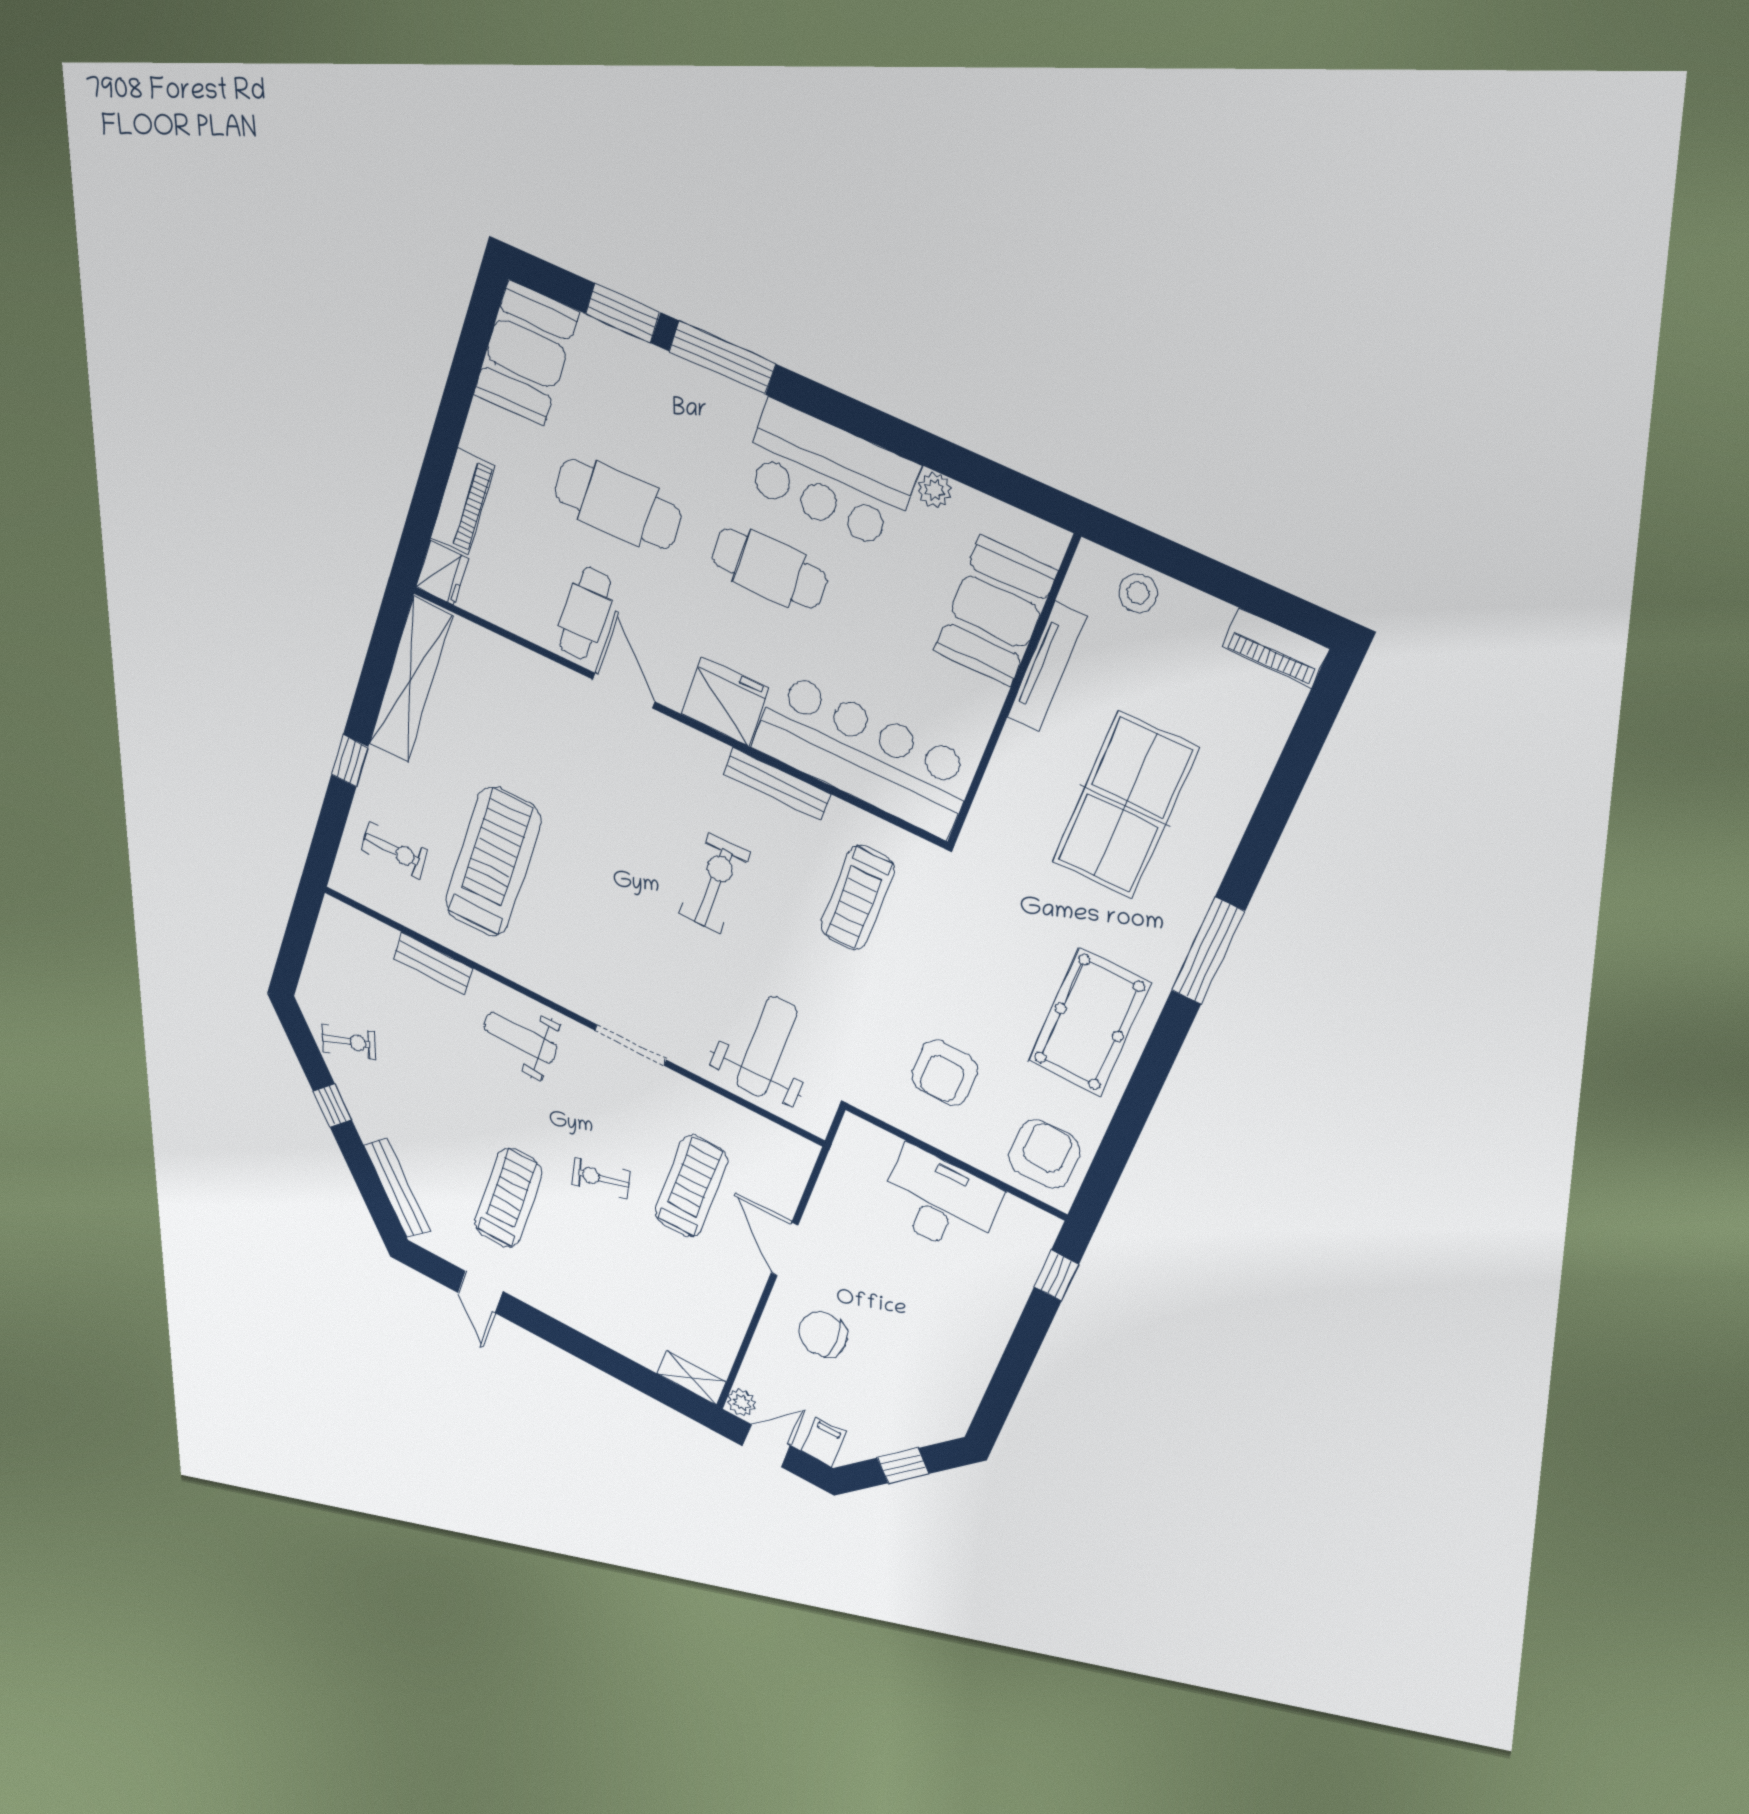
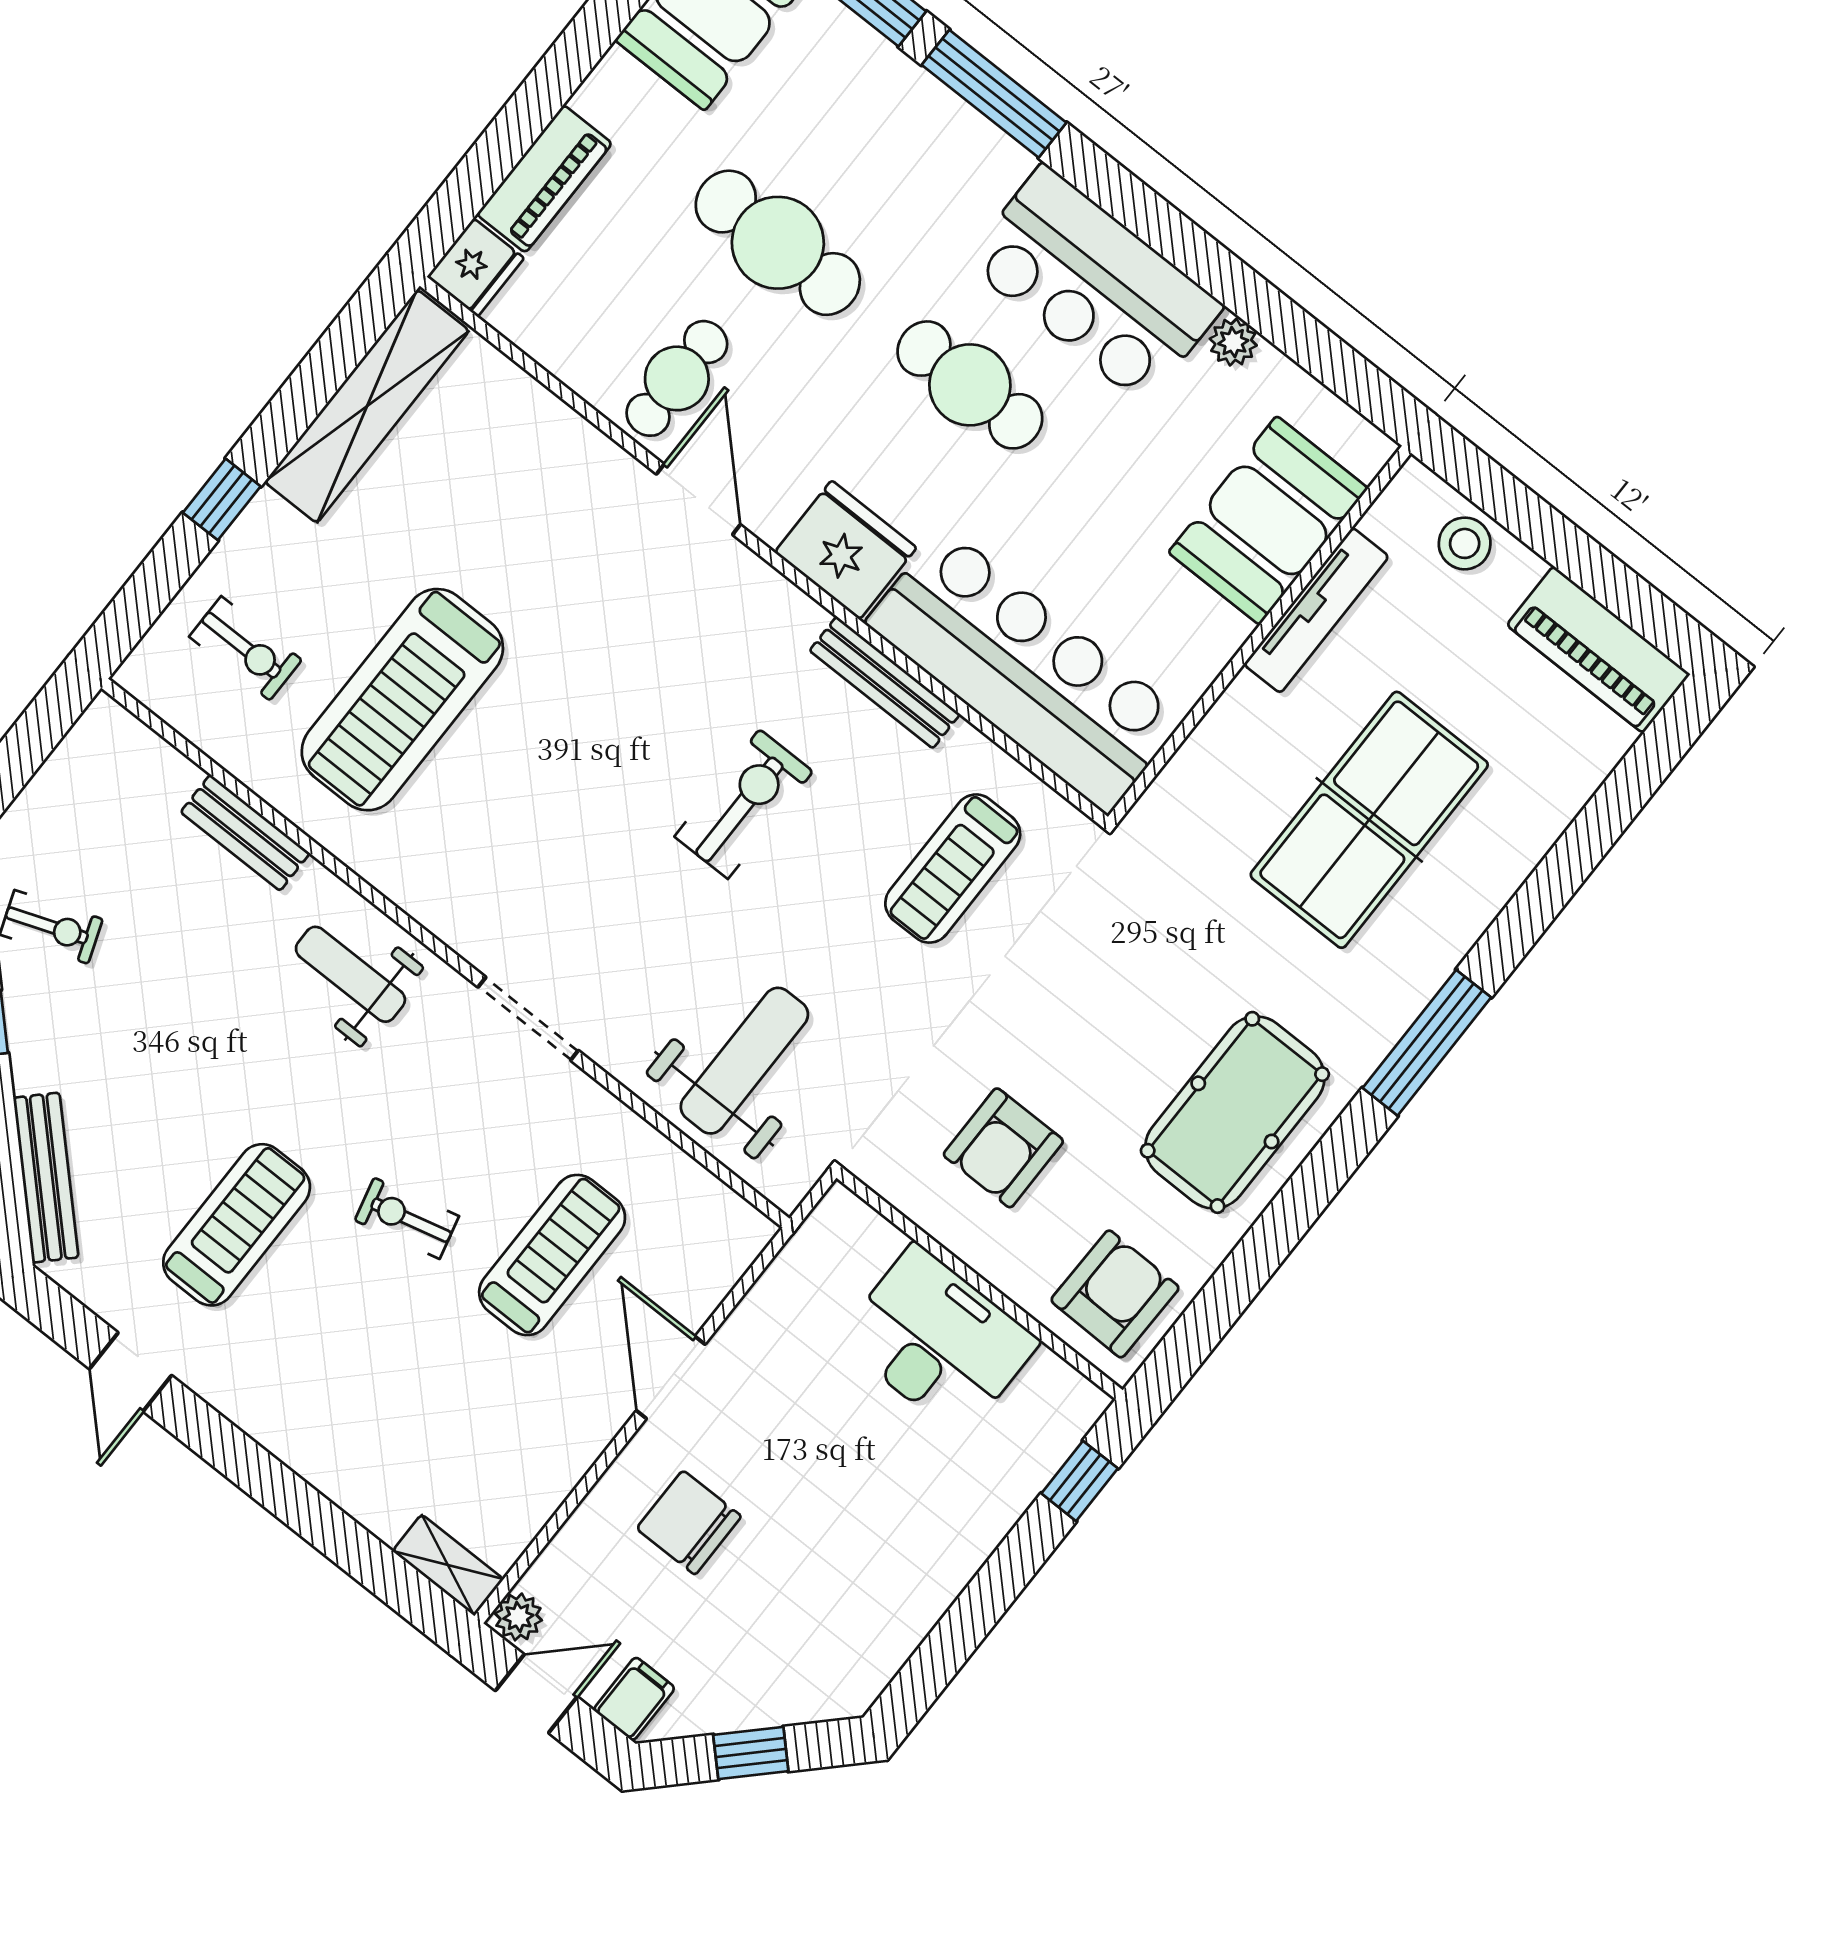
piano: (1276, 648) -> (1598, 650), width x1.37, depth x1.33
treadmill: (493, 862) -> (402, 700), turned 180

